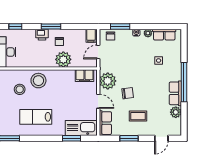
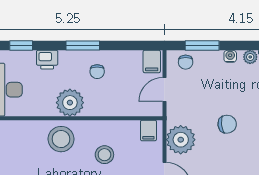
printer: (42, 35) -> (47, 60), moved
plant: (63, 59) -> (70, 103), moved
filing cabinet: (85, 76) -> (148, 130), width x0.50
stool: (20, 89) -> (104, 155), moved
chair: (128, 93) -> (227, 124), moved

